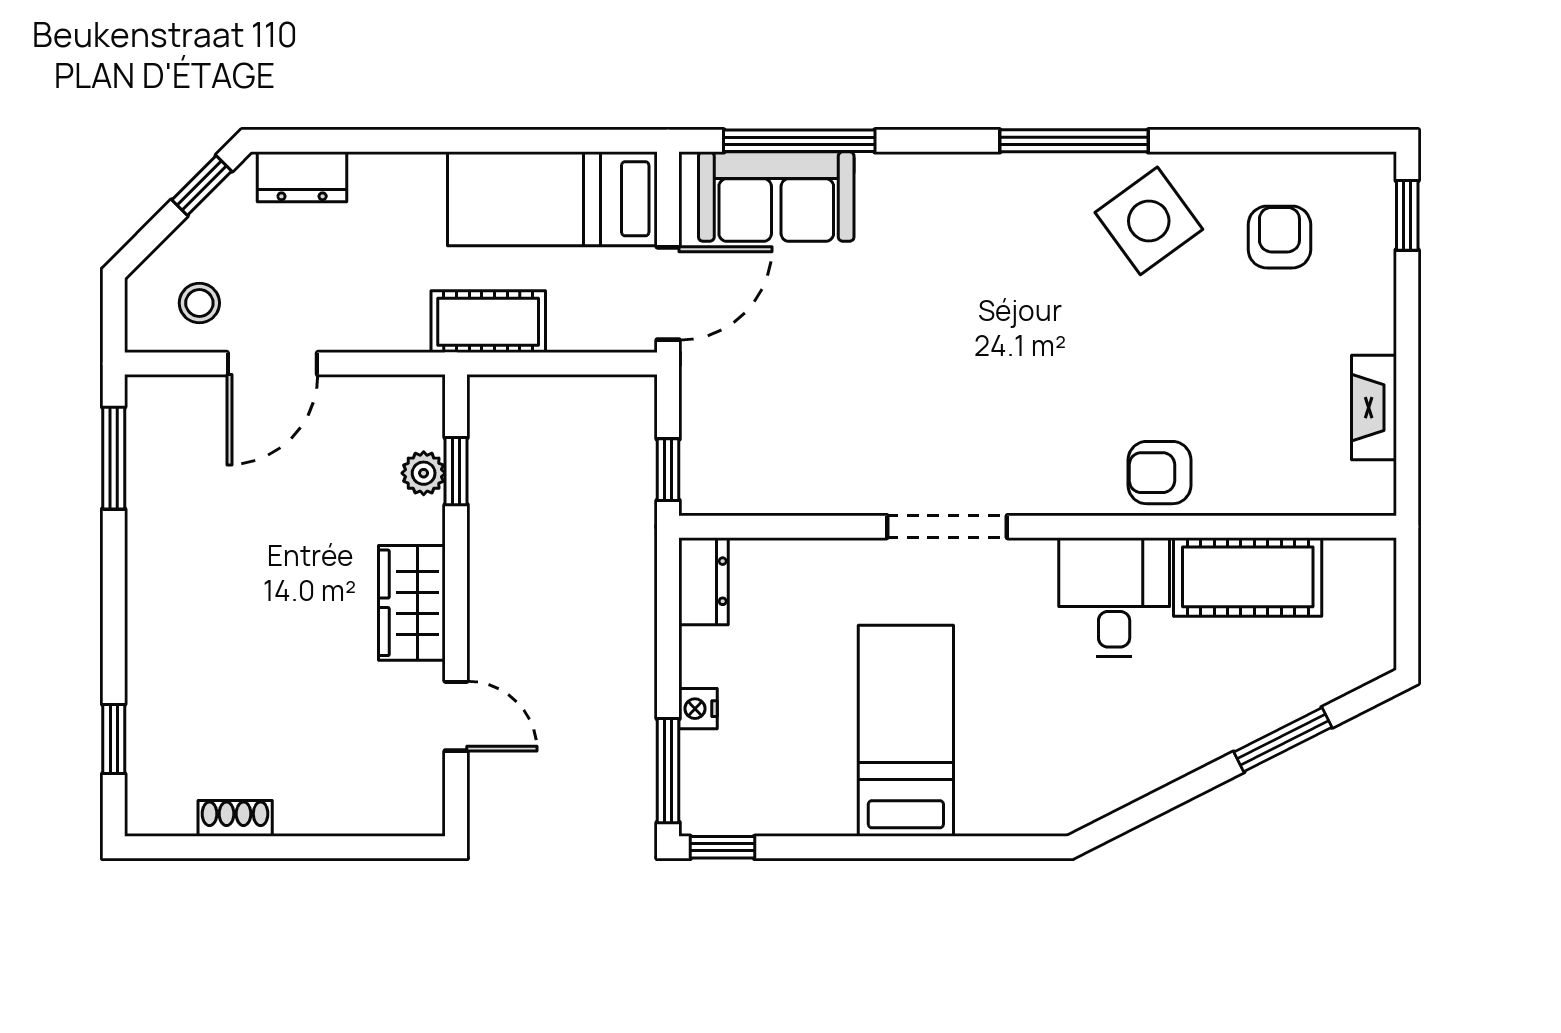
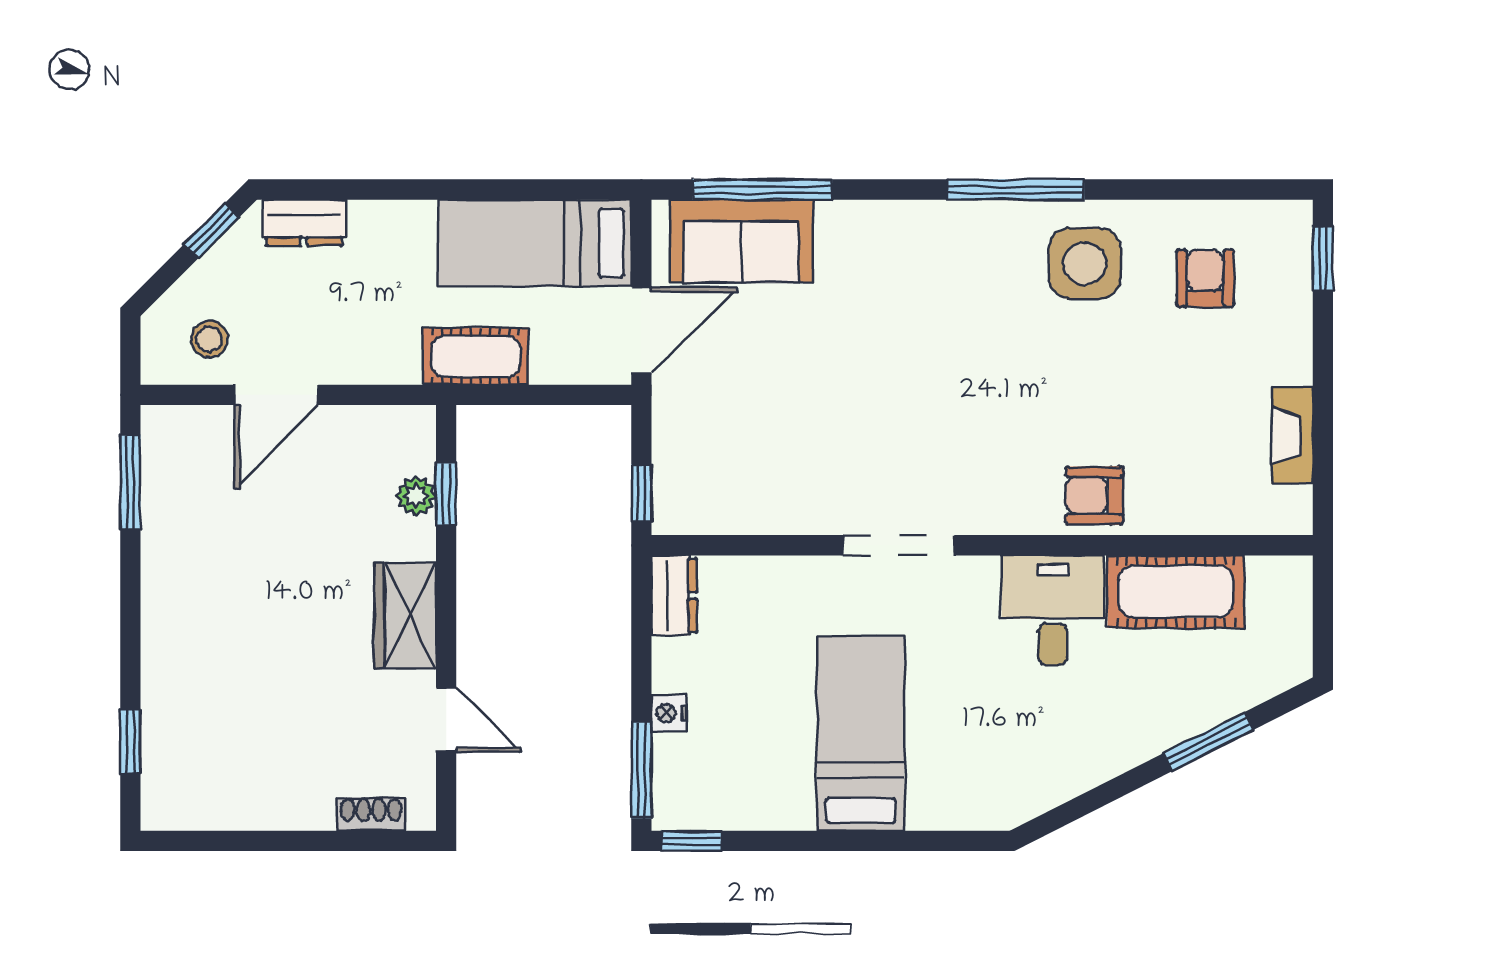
side table: (1149, 221) -> (1085, 263), turned 36
shoe rack: (235, 818) -> (371, 814), moved

